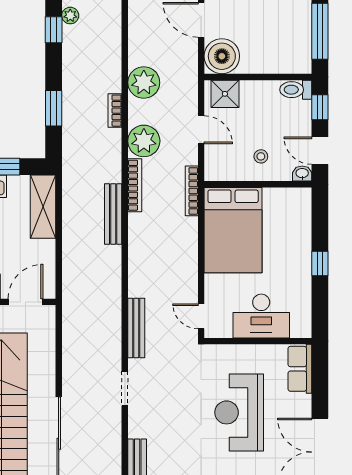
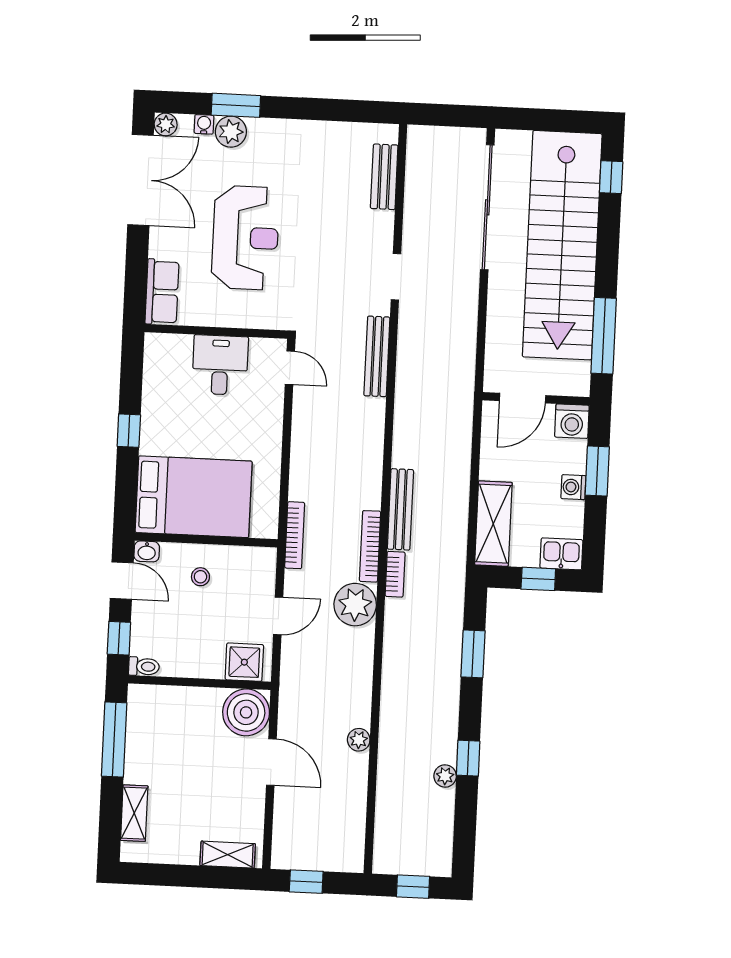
plant: (144, 83) -> (359, 740), moved, width x0.53, depth x0.53
toilet: (296, 90) -> (144, 667), width x0.73, depth x0.72
bookcase: (115, 111) -> (395, 574), moved
door: (201, 130) -> (278, 616), swing flipped
bed: (233, 230) -> (194, 497), moved, turned 90
desk: (261, 316) -> (220, 365), width x0.73

